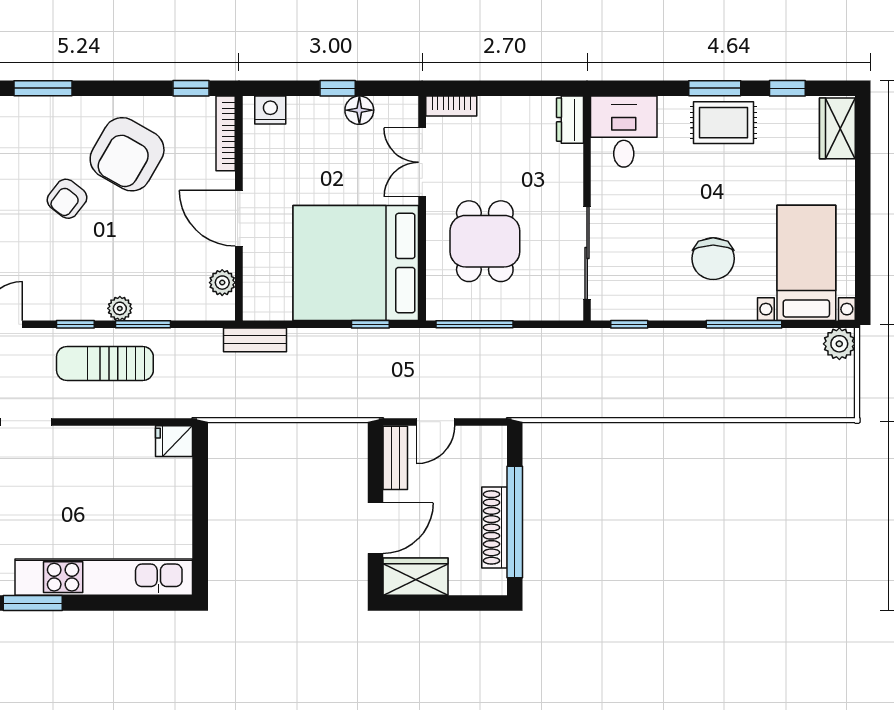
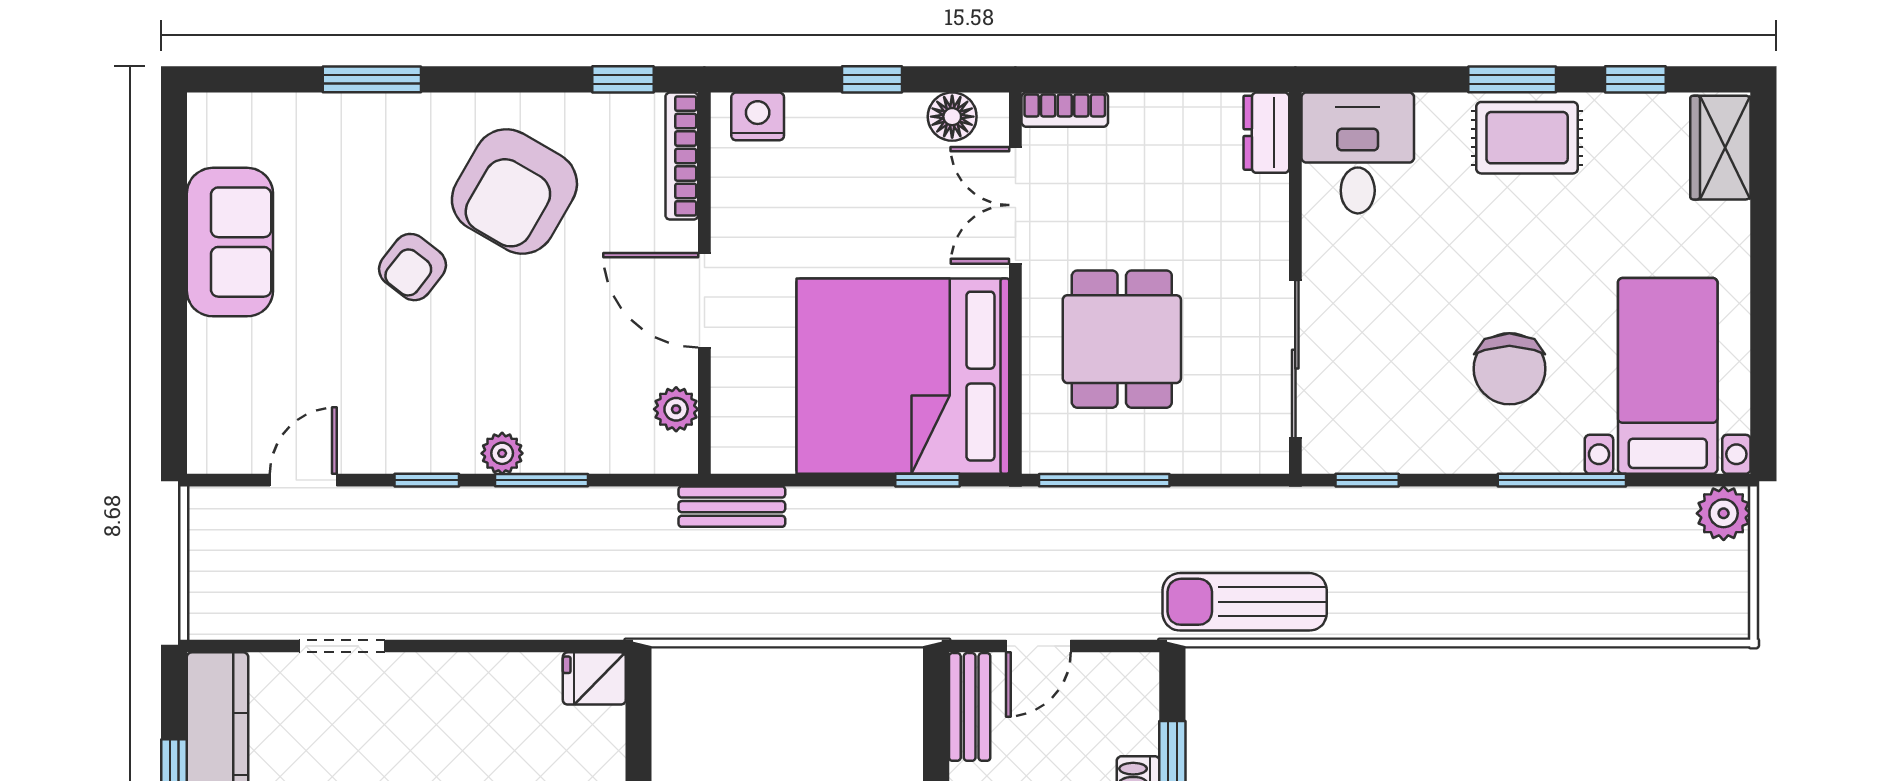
floor lamp: (359, 110) -> (952, 117), moved
sun lounger: (105, 364) -> (1245, 602), moved

